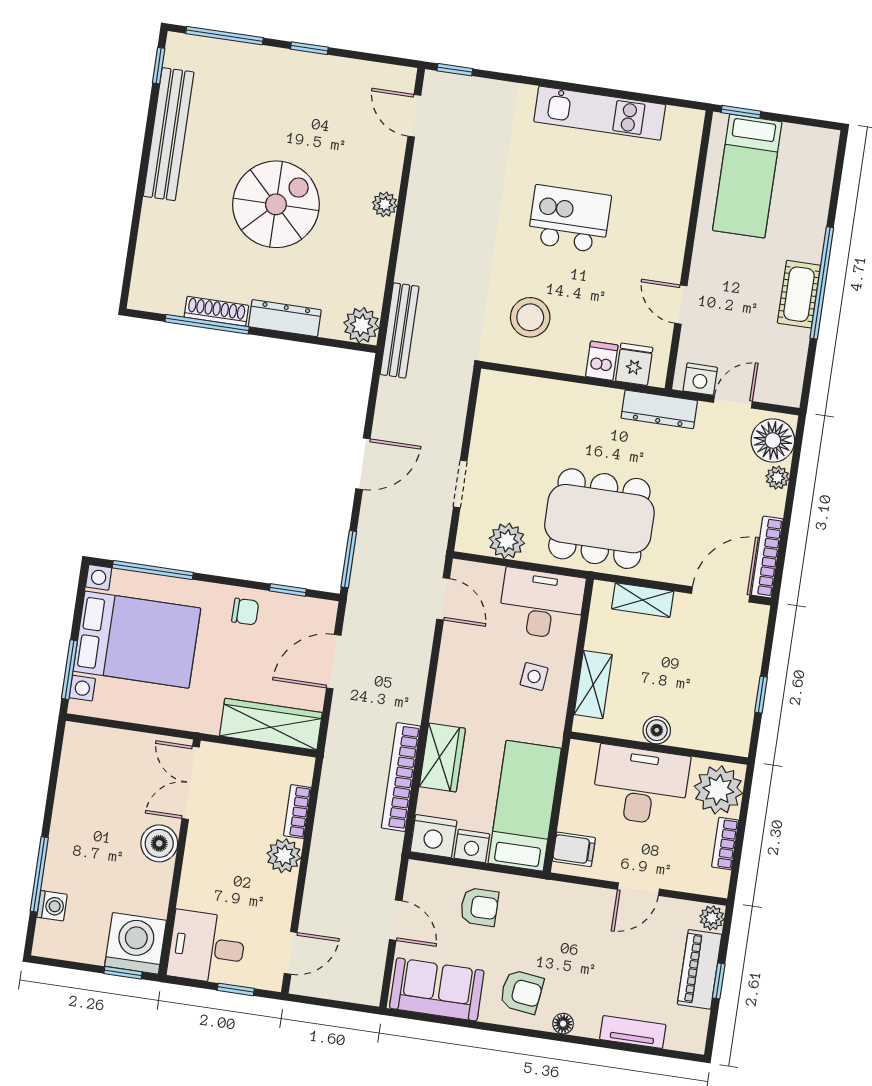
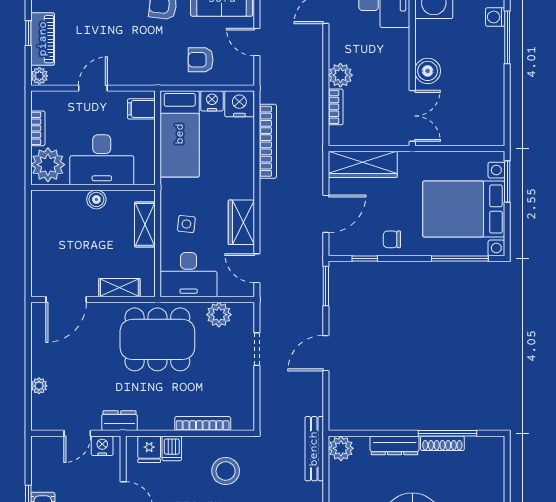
dresser: (659, 409) -> (120, 421), width x0.70
floor lamp: (773, 441) -> (46, 411), removed
bookcase: (767, 557) -> (203, 424), moved, turned -90
window: (761, 695) -> (28, 235), removed
wardrobe: (442, 758) -> (241, 222), moved

